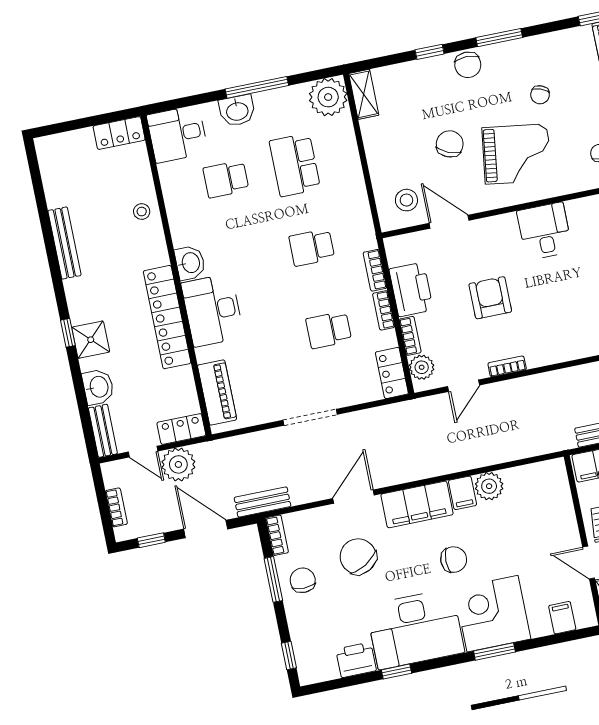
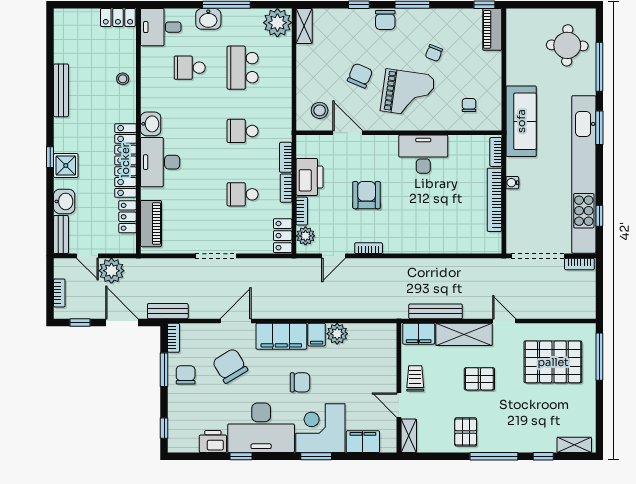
desk: (545, 231) -> (423, 154), width x1.37
locker: (181, 429) -> (128, 217), moved, turned -90
filing cabinet: (562, 618) -> (363, 442), width x2.00

